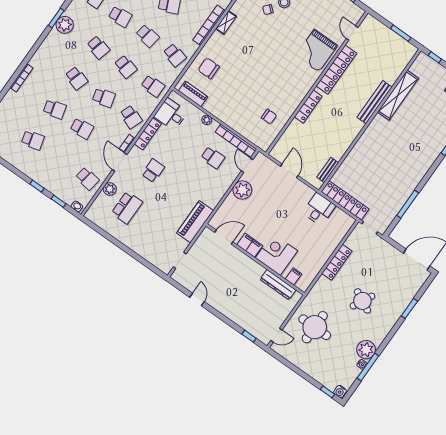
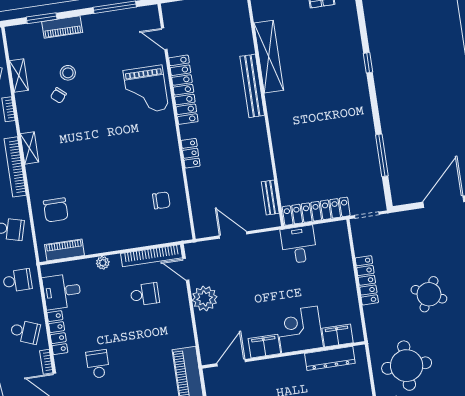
chair: (209, 68) -> (56, 210), turned -90
locker: (308, 107) -> (191, 153), width x0.66
filing cabinet: (294, 276) -> (337, 335), width x2.00

